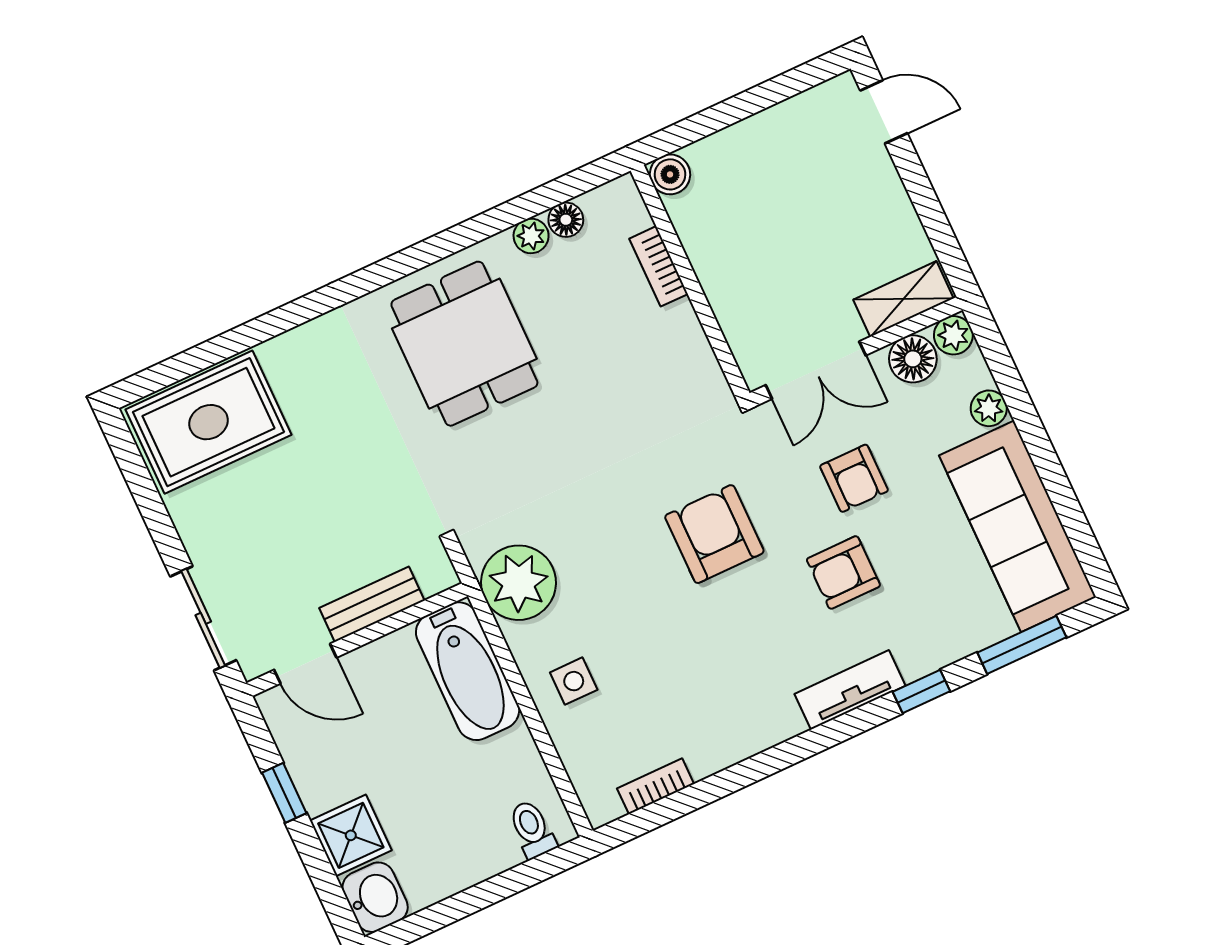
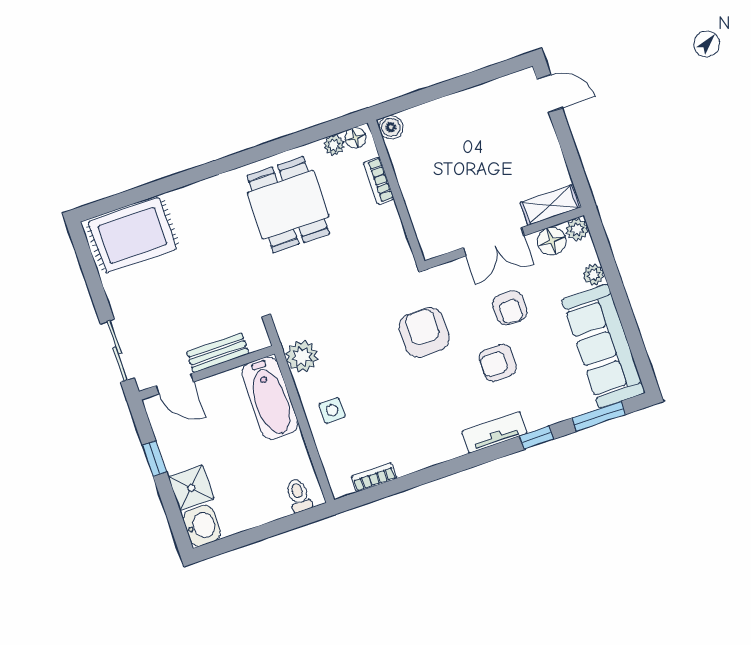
boiler: (670, 174) -> (391, 127), moved
bookcase: (659, 266) -> (379, 181), moved
wall: (690, 282) -> (396, 192), moved
plant: (519, 583) -> (302, 356), width x0.73, depth x0.73

